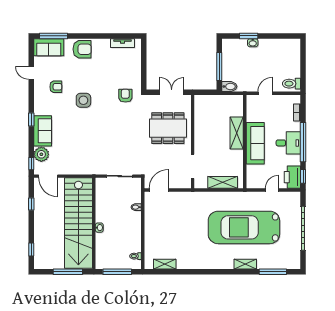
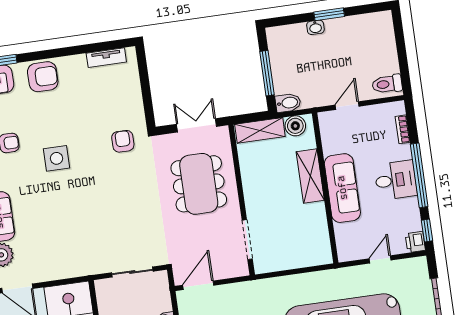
window: (249, 36) -> (329, 14), moved
boiler: (232, 101) -> (295, 126), added
dining table: (168, 128) -> (199, 184), turned 90
printer: (292, 177) -> (415, 242), width x0.53, depth x0.68
shelving: (223, 182) -> (260, 130), moved

